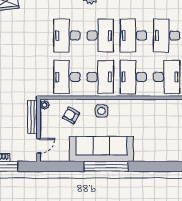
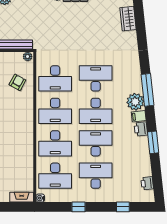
desk: (67, 77) -> (55, 78), turned 180
desk: (133, 77) -> (55, 143), turned 180
side table: (102, 111) -> (22, 112), removed

